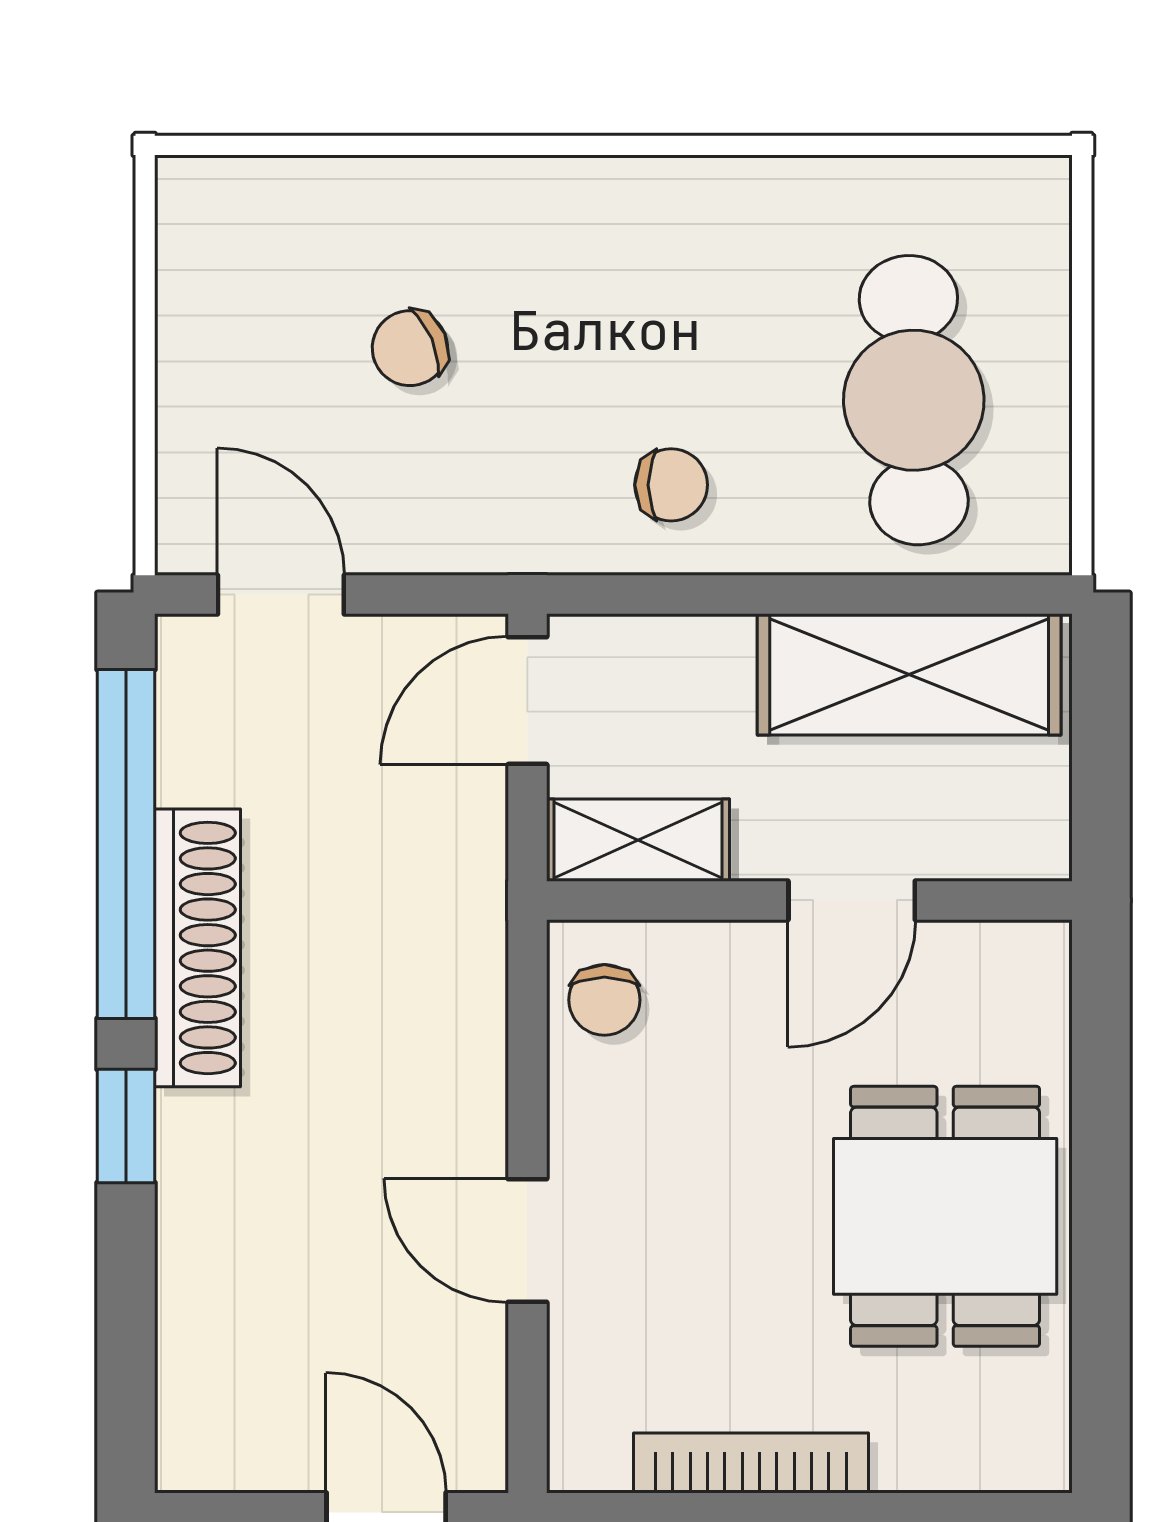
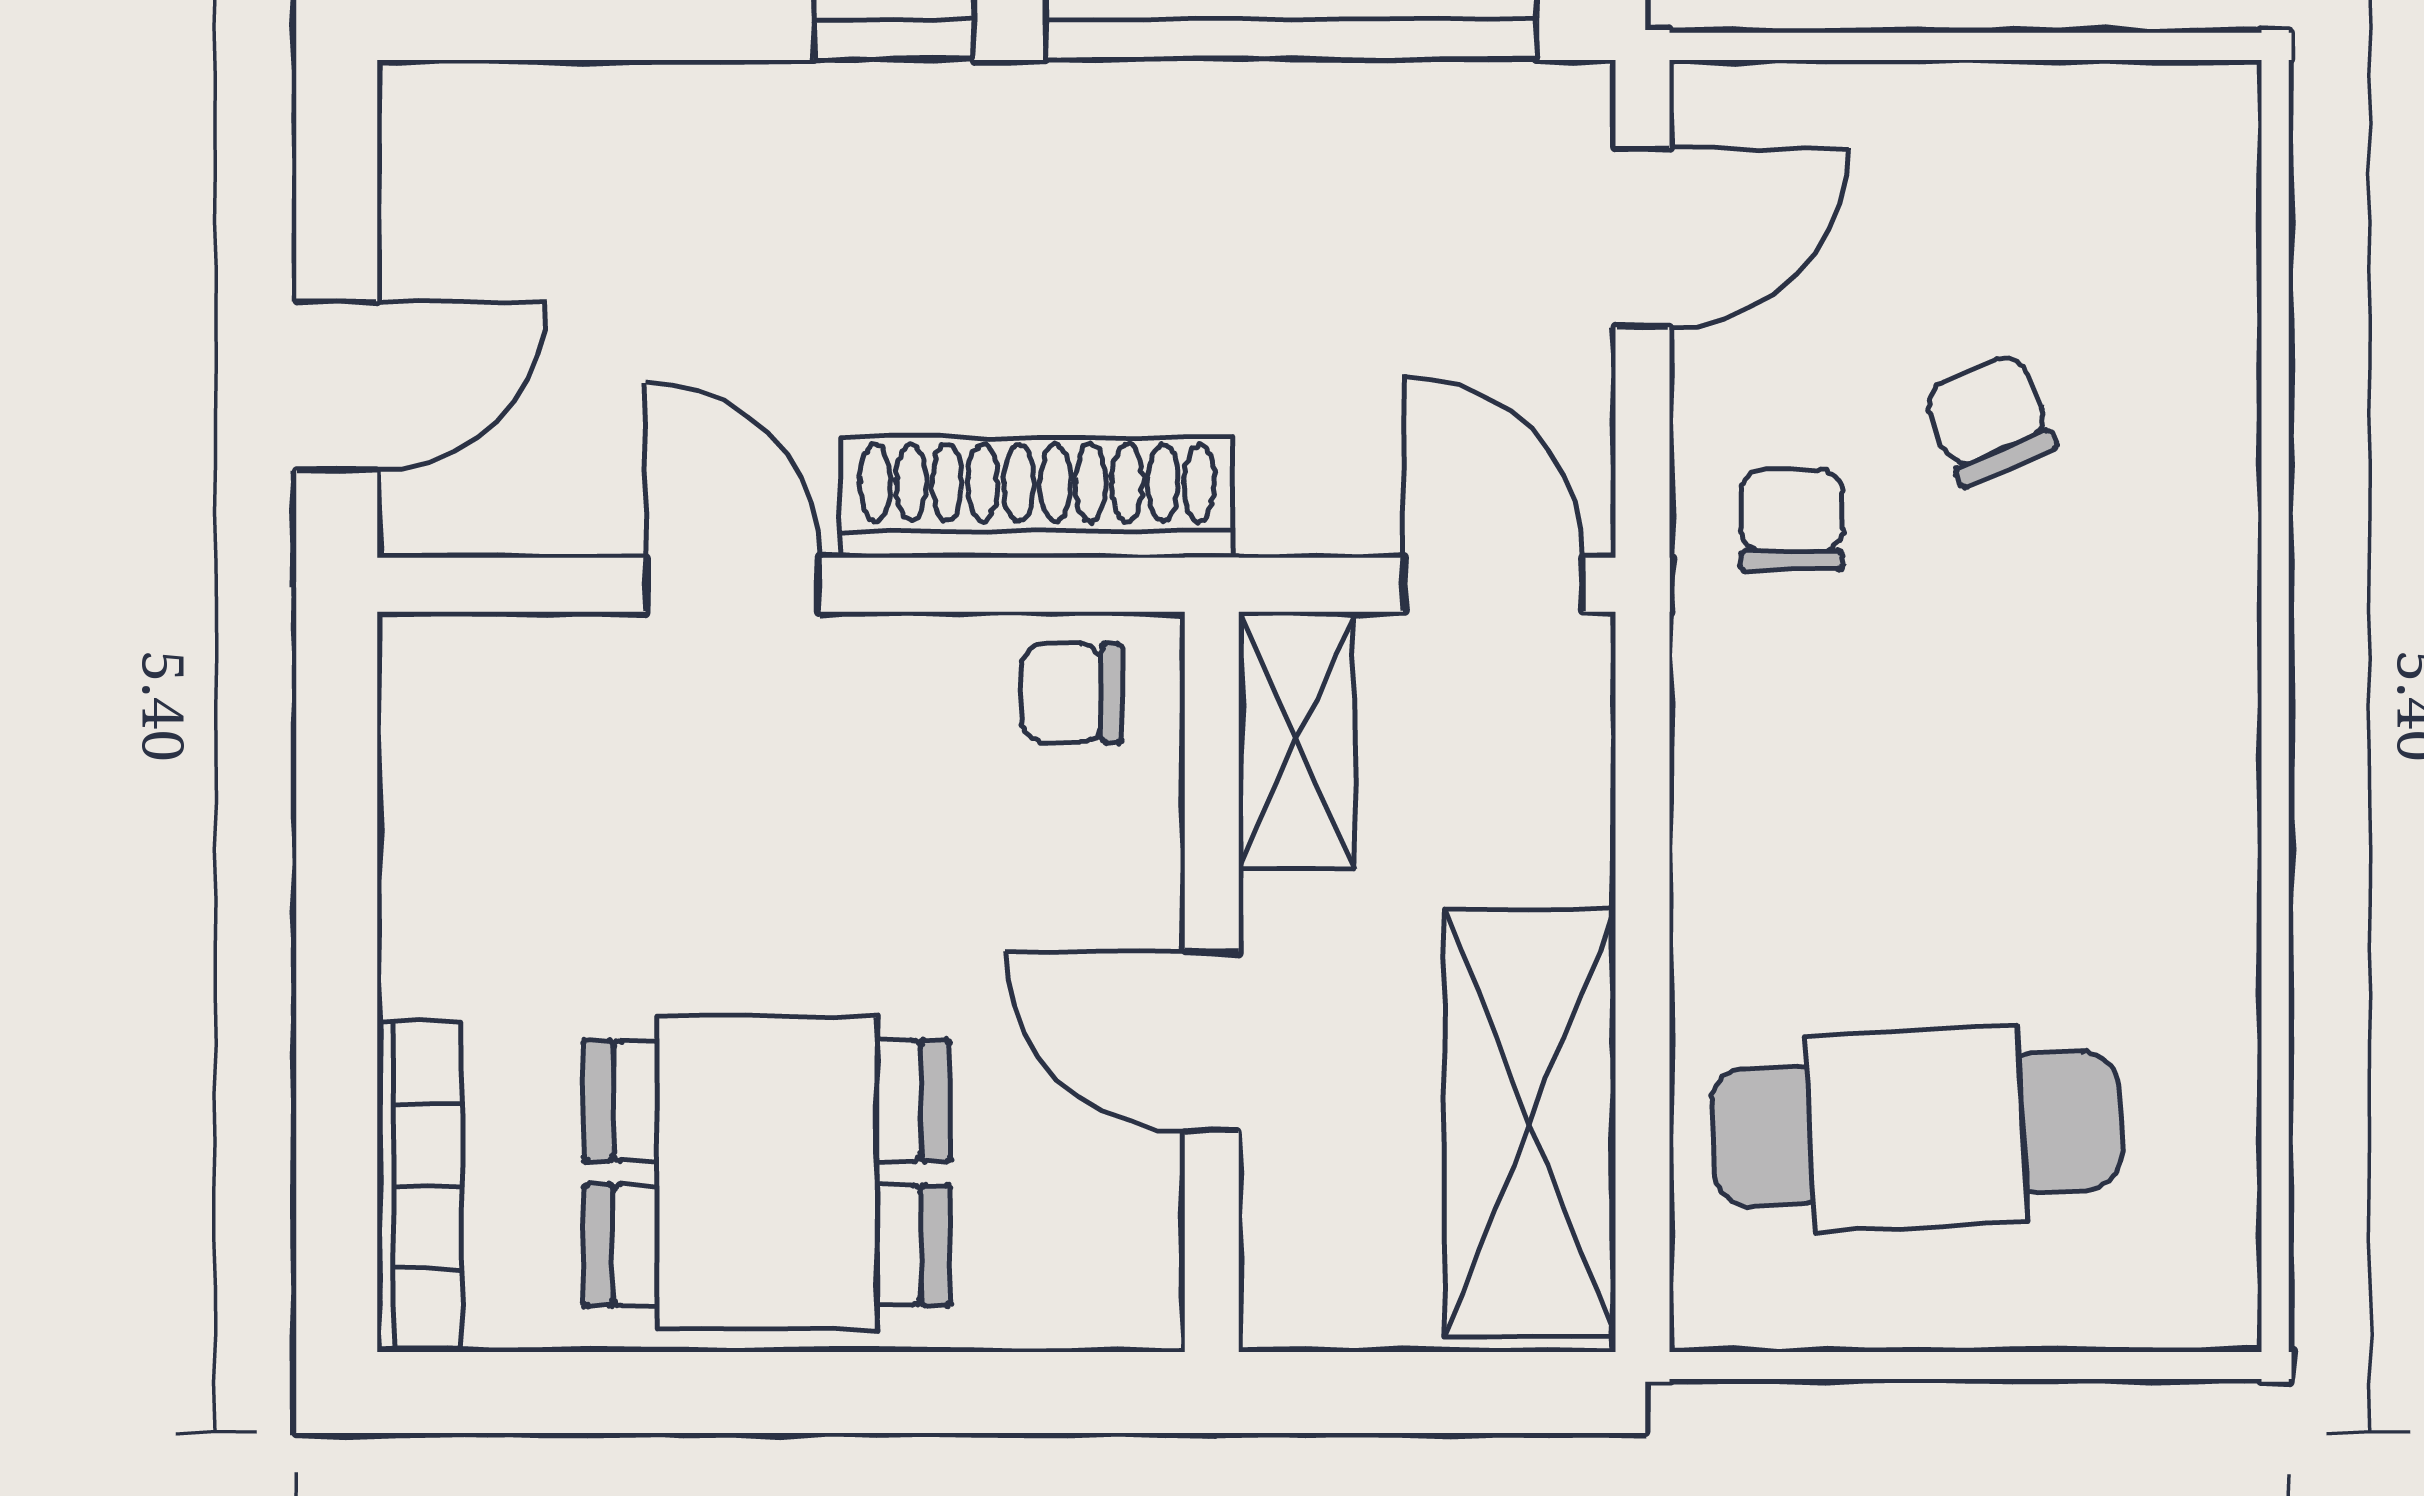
chair: (671, 485) -> (1792, 520), moved, turned 180
shoe rack: (198, 948) -> (1037, 497), moved, turned 180
door: (527, 1241) -> (733, 585), hinge flipped
bookcase: (751, 1463) -> (419, 1187), moved

